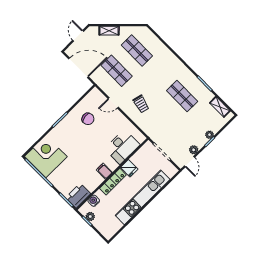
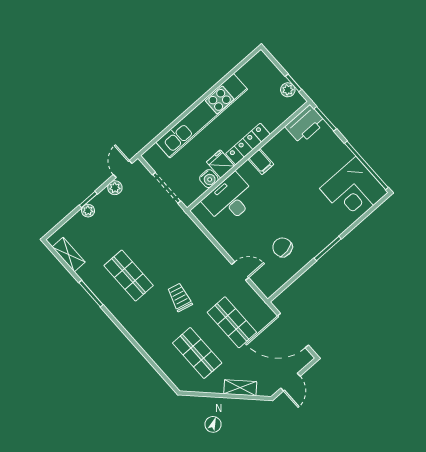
trolley: (141, 104) -> (180, 297), moved
water cooler: (94, 201) -> (209, 179), moved

